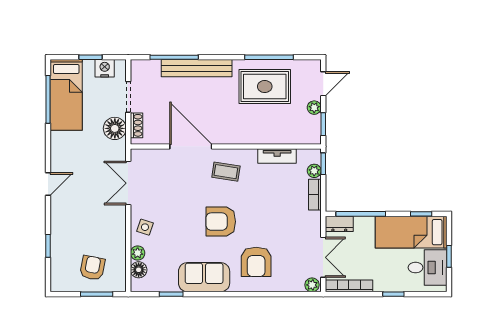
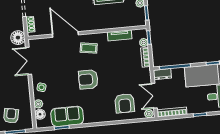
floor lamp: (115, 128) -> (18, 38), moved
double door: (323, 257) -> (154, 96), swing flipped
armchair: (256, 262) -> (125, 103), moved
sofa: (204, 277) -> (67, 116), moved

